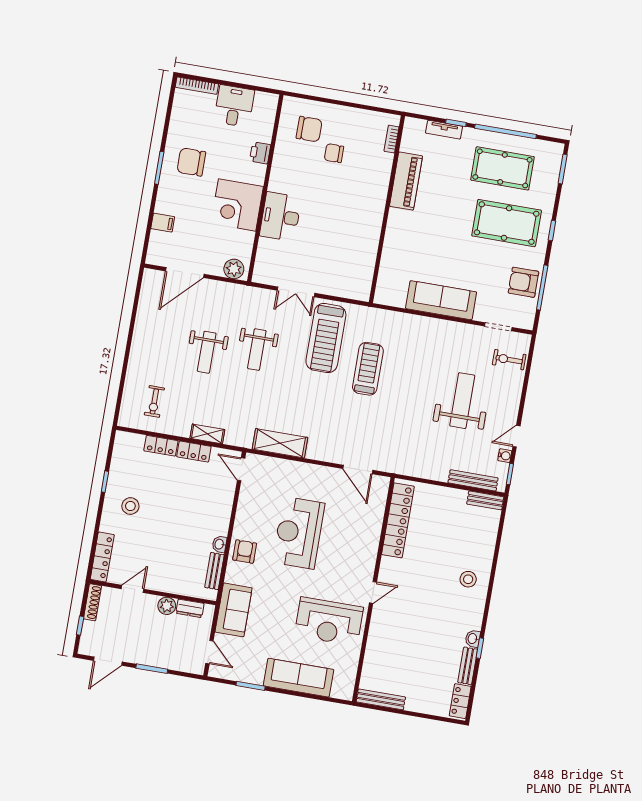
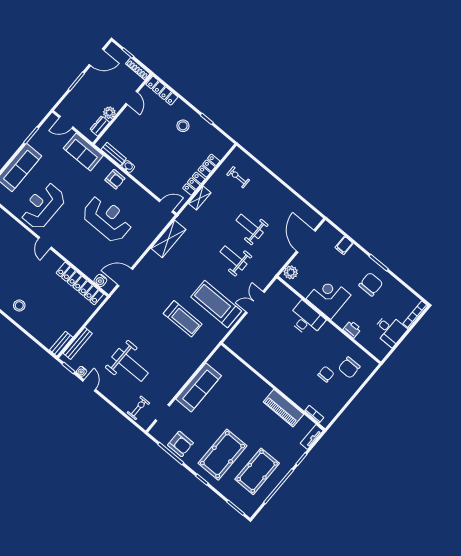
tv unit: (444, 130) -> (312, 437), moved
armchair: (523, 282) -> (180, 444), turned 90
water cooler: (379, 497) -> (100, 280), added
door: (108, 661) -> (96, 57), swing flipped

